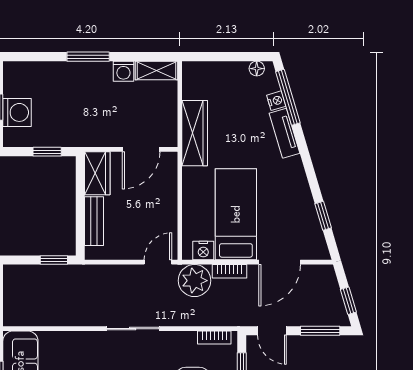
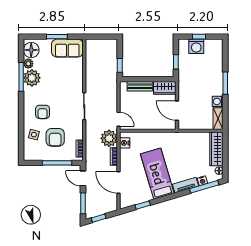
wardrobe: (195, 133) -> (216, 149), moved, turned 90
bed: (236, 214) -> (157, 174), moved, turned -107
door: (272, 331) -> (83, 178), hinge flipped

